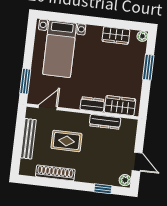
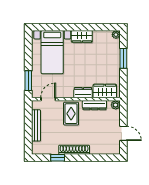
wardrobe: (116, 35) -> (82, 36), moved
rug: (66, 141) -> (71, 114), moved, turned 90
shoe rack: (55, 173) -> (74, 150), moved
plant: (125, 180) -> (116, 105), moved
window: (103, 189) -> (58, 158), moved

